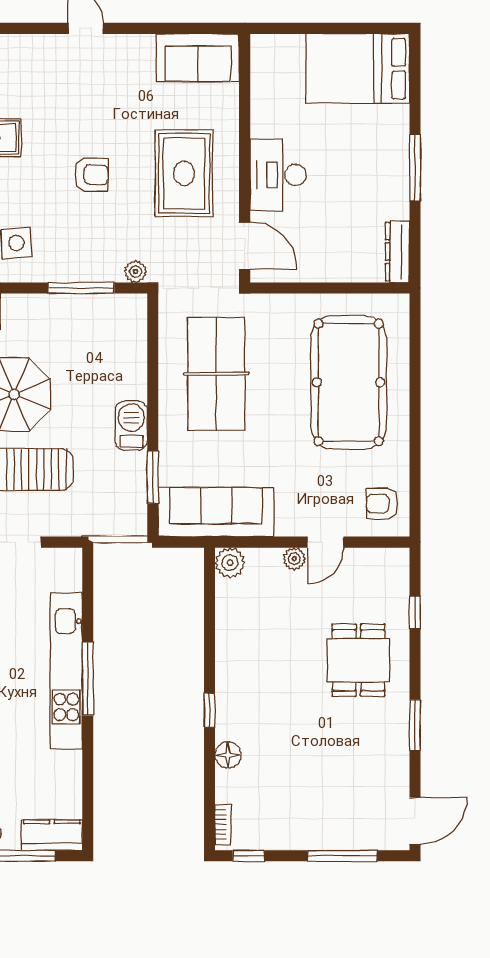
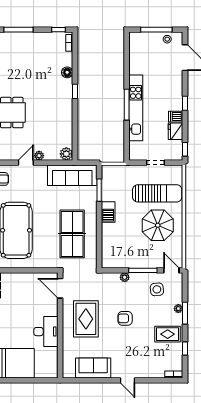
sofa: (198, 58) -> (93, 368), moved
desk: (278, 175) -> (46, 332), moved
plant: (136, 272) -> (125, 277), moved
window: (81, 288) -> (143, 270), moved
kitchen counter: (52, 835) -> (142, 38), removed

